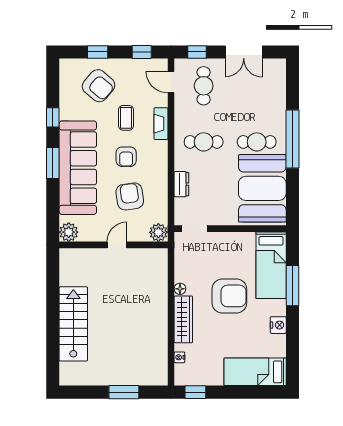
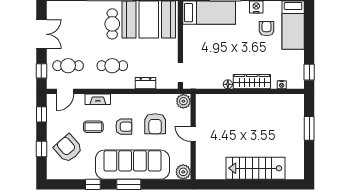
armchair: (99, 86) -> (68, 148), turned -81
cafe table: (204, 142) -> (112, 66), turned 90
armchair: (130, 196) -> (155, 124), turned -82
armchair: (229, 296) -> (267, 29), moved, width x0.53, depth x0.53

